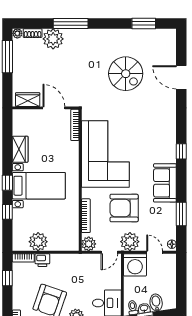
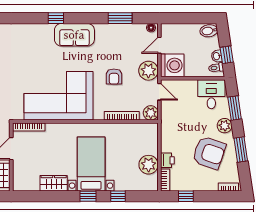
sofa: (165, 183) -> (74, 35), moved
armchair: (124, 208) -> (114, 77), width x0.53, depth x0.53
bidet: (156, 302) -> (209, 31), moved

